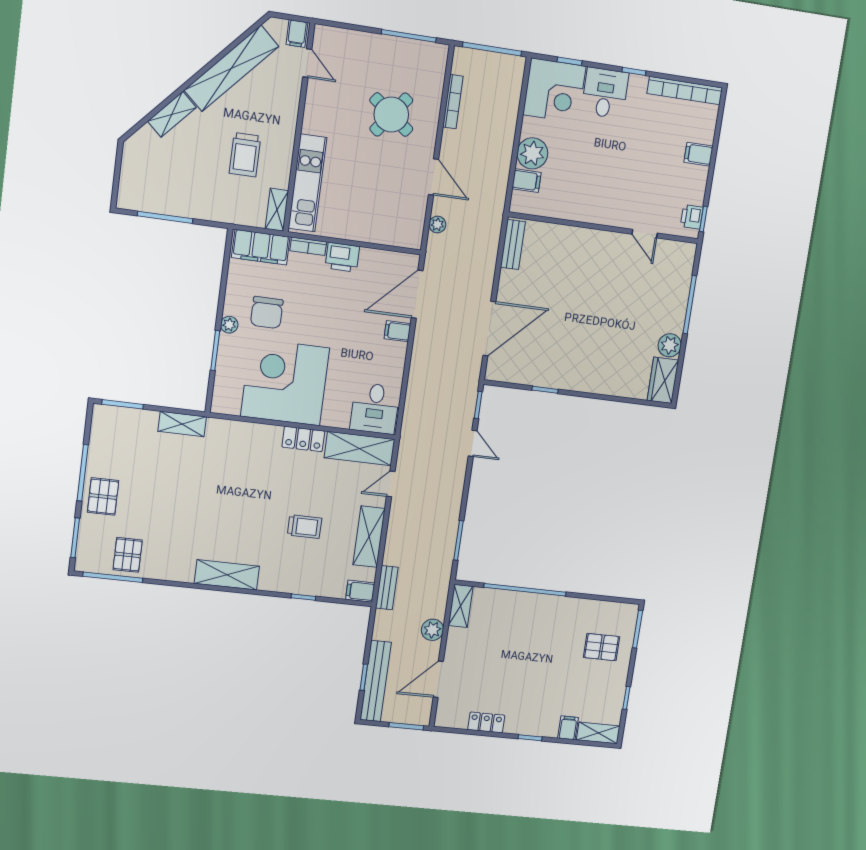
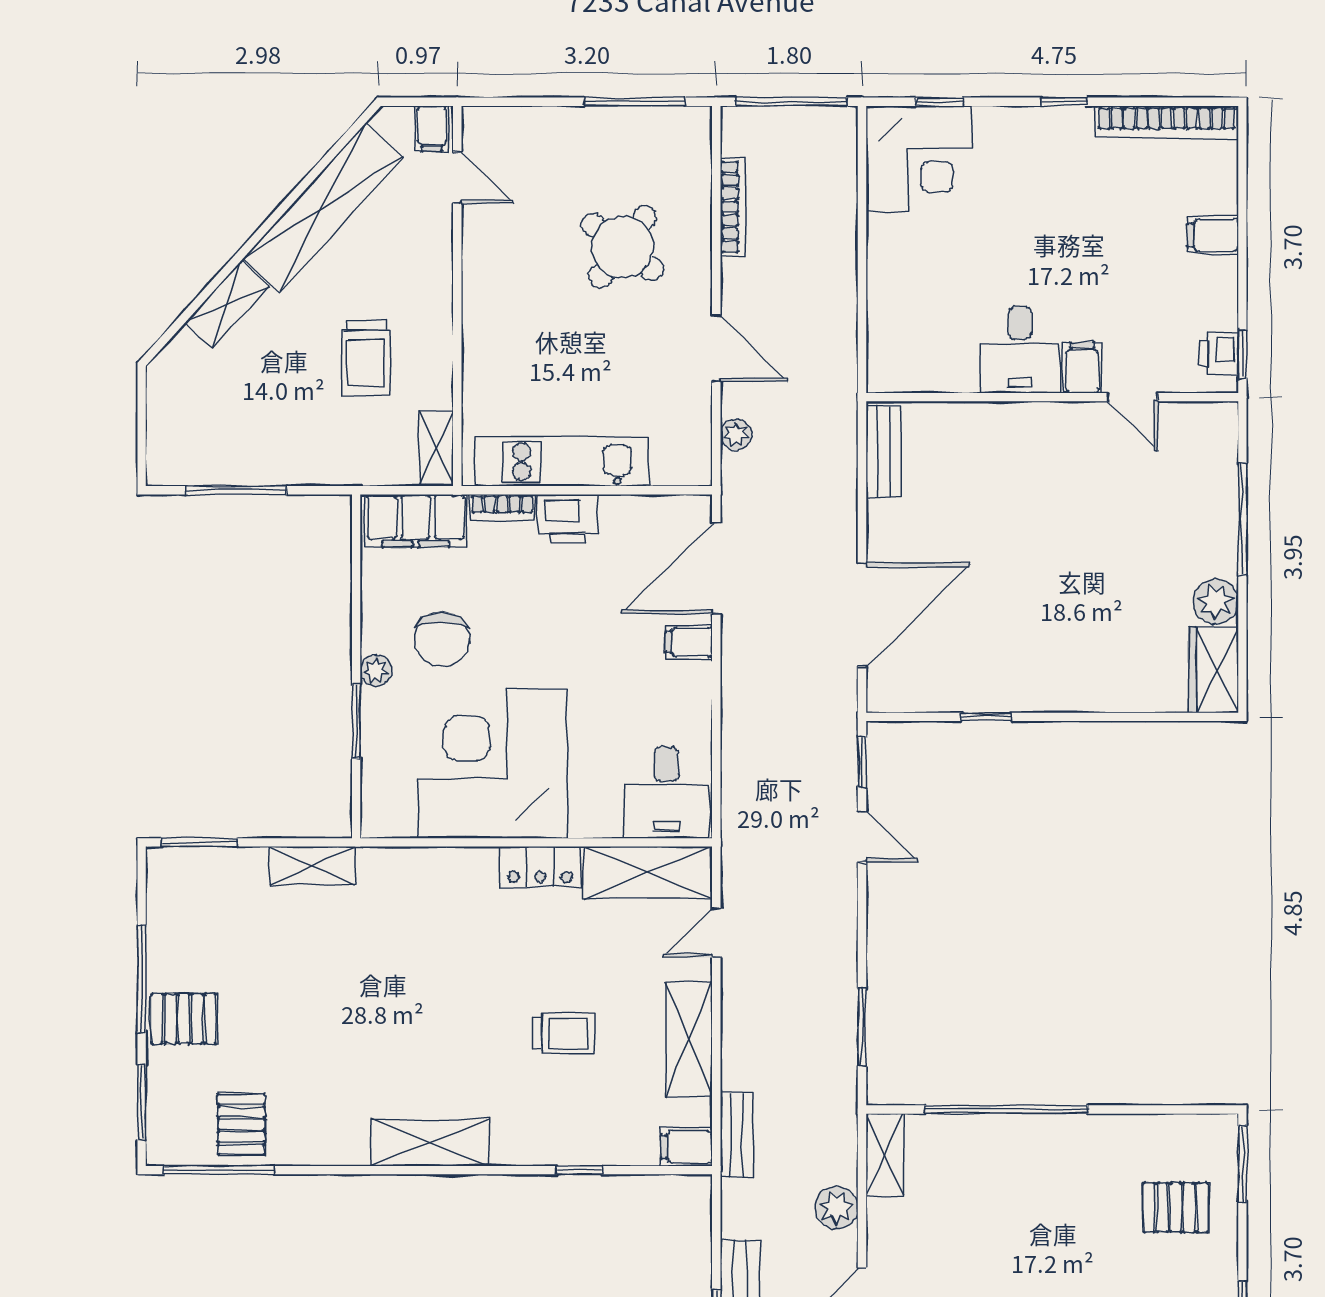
desk: (605, 93) -> (1020, 350), moved, turned 180
plant: (532, 153) -> (895, 279), removed
filing cabinet: (526, 181) -> (1082, 368), moved, turned -90
kitchen unit: (308, 183) -> (562, 462), moved, turned -90
pallet: (103, 496) -> (184, 1019), turned 90

